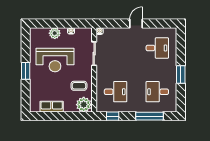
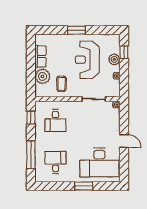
window: (47, 23) -> (124, 52), added
desk: (157, 48) -> (99, 162), width x1.87, depth x1.30
window: (181, 75) -> (84, 186), moved
plant: (84, 105) -> (43, 76), moved

